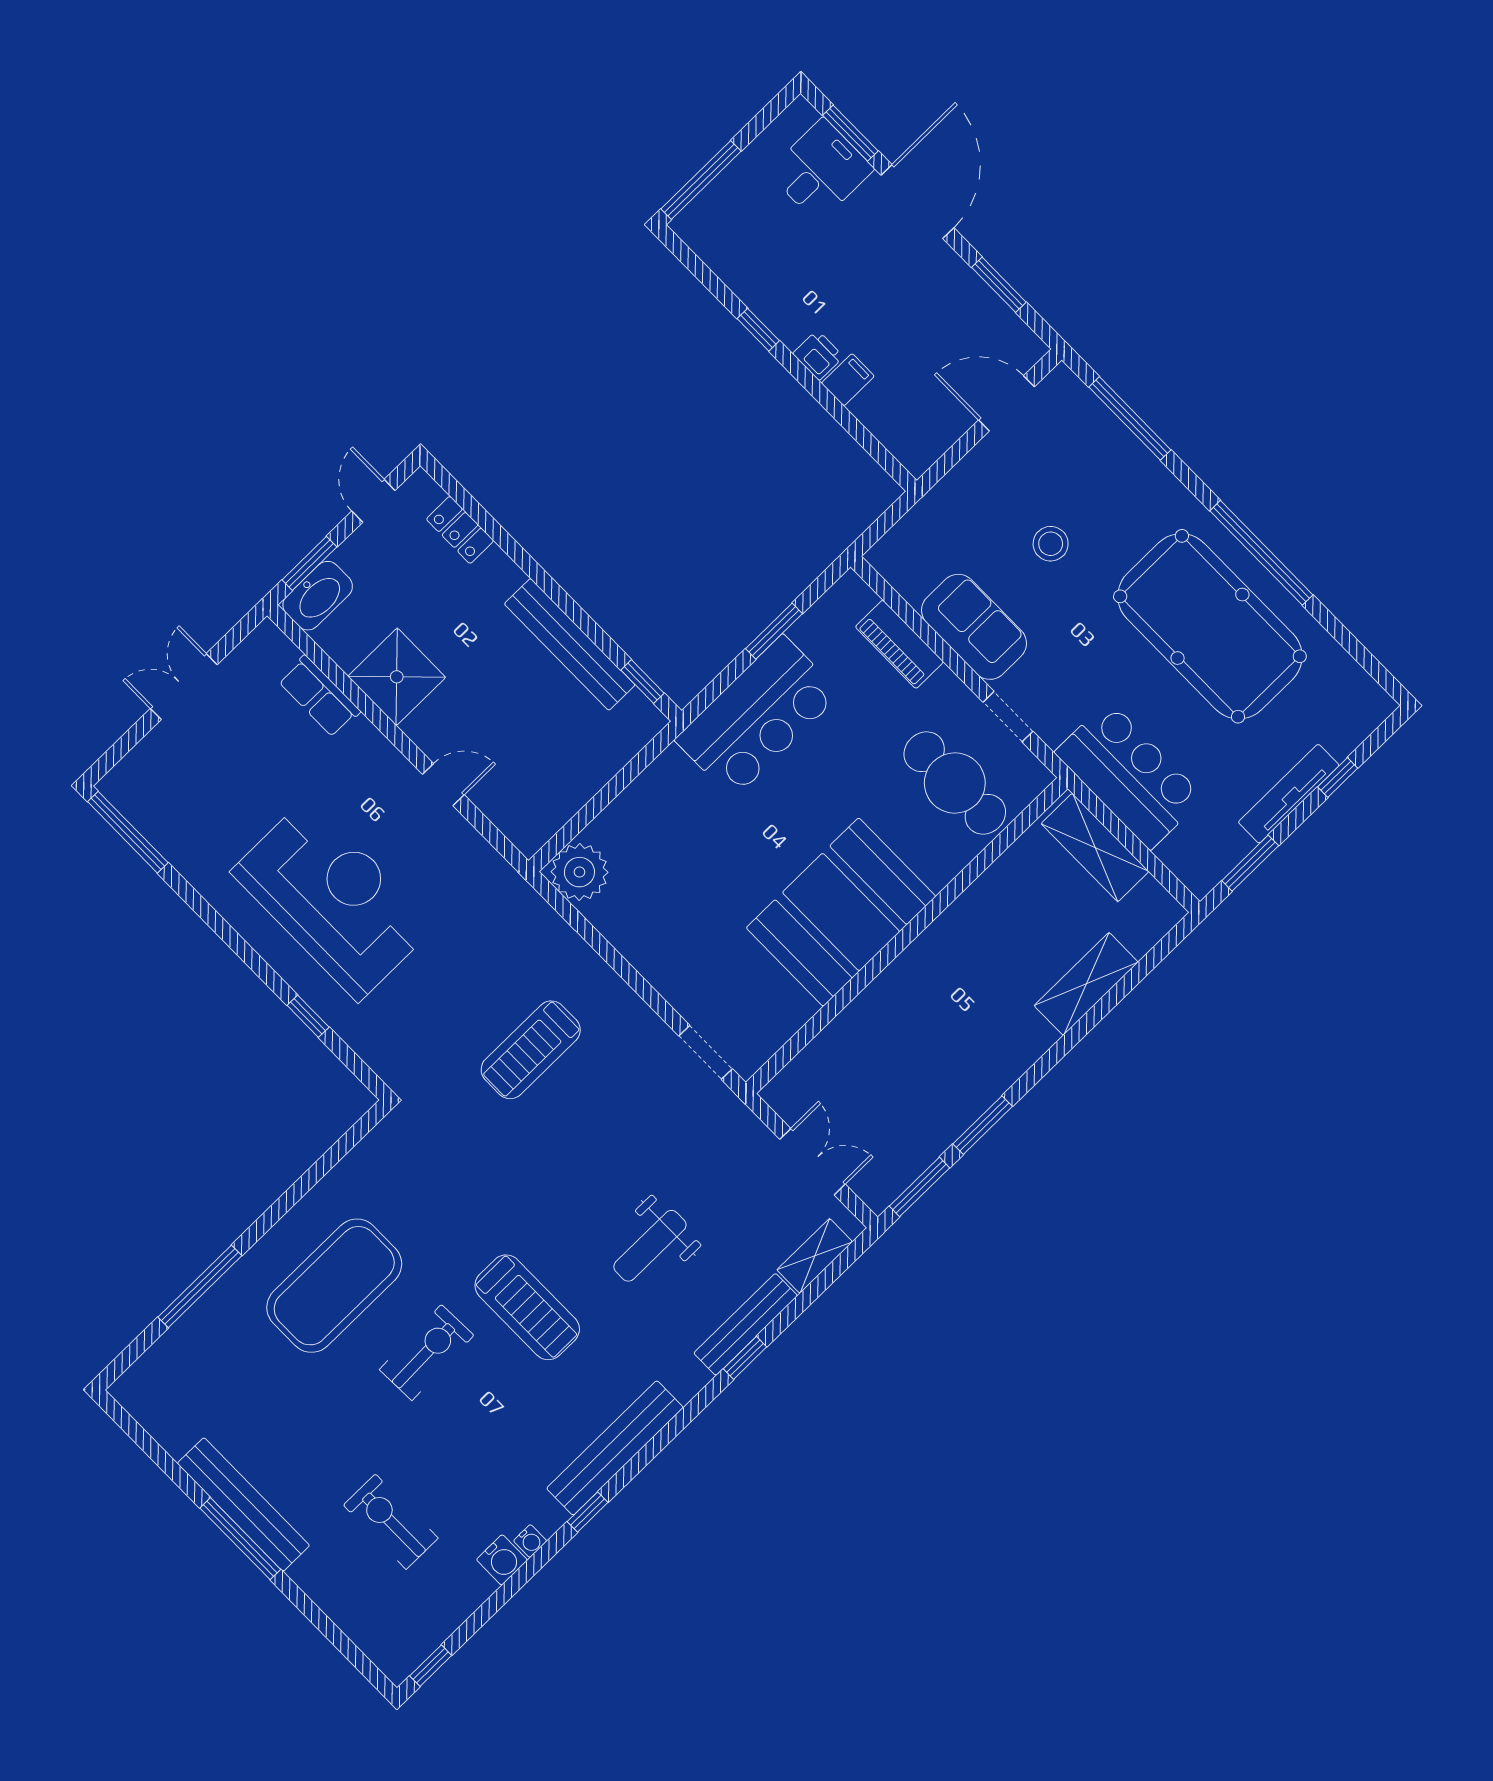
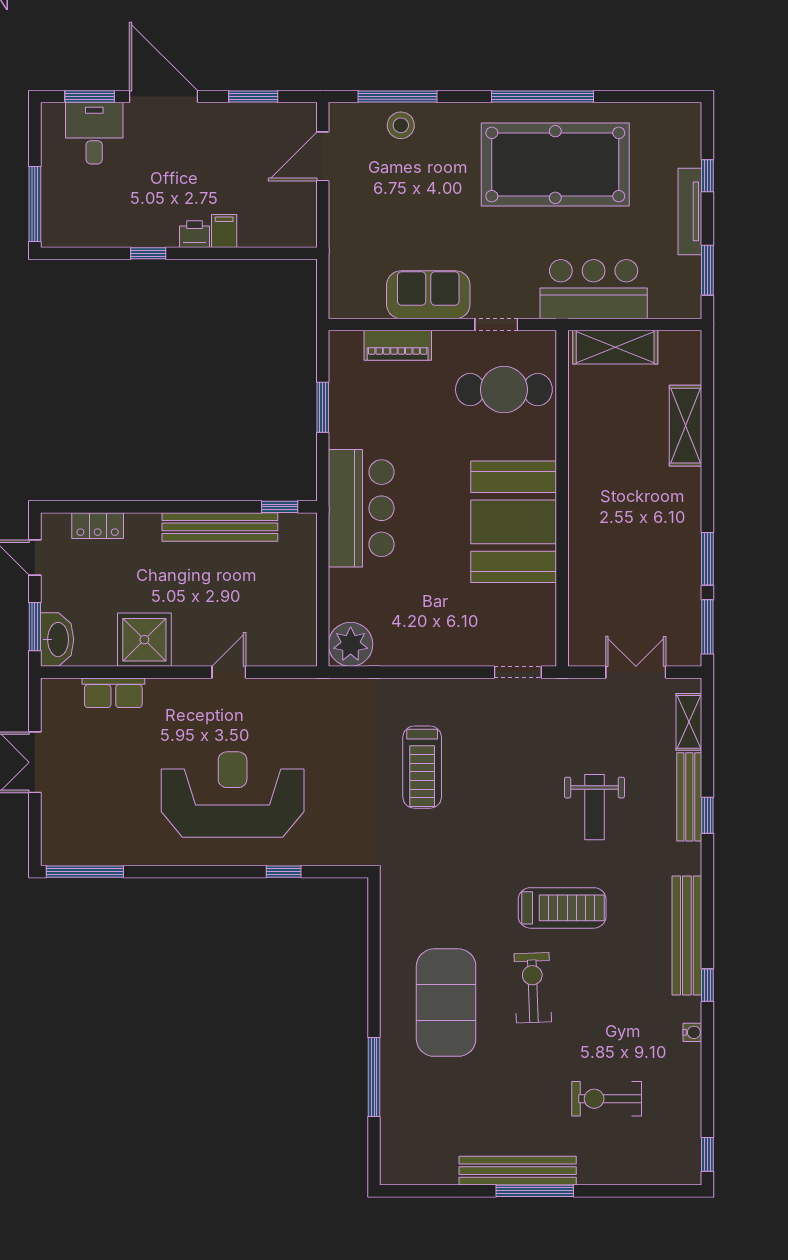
stool: (1051, 544) -> (401, 125), moved
bar counter: (758, 717) -> (361, 508), moved
water cooler: (502, 1560) -> (688, 1058), removed

